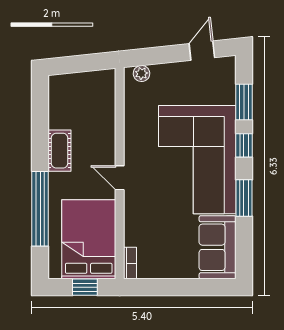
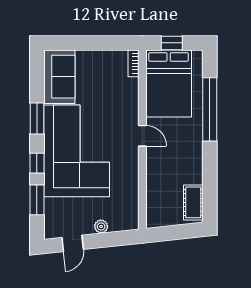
plant: (142, 73) -> (101, 226), moved
cot: (60, 151) -> (193, 202), moved

